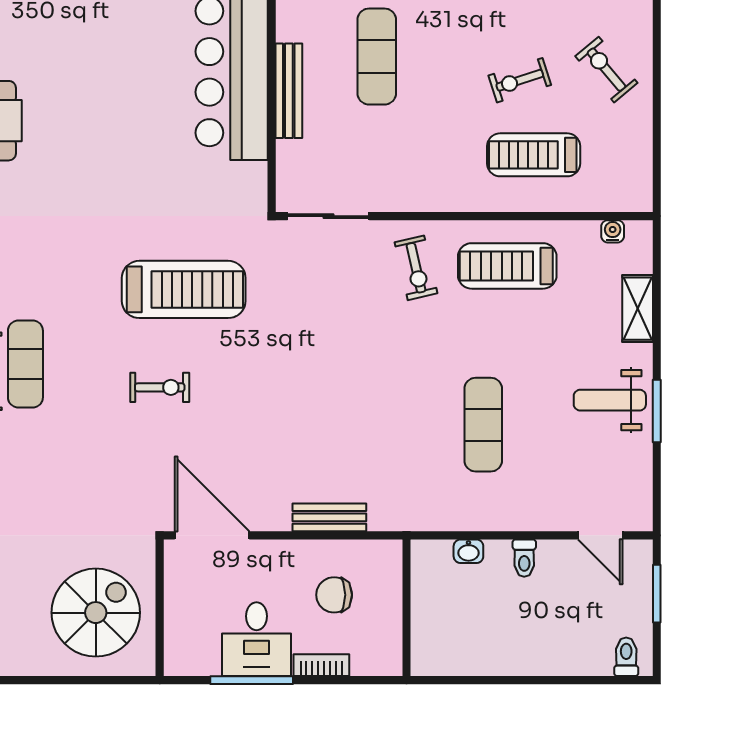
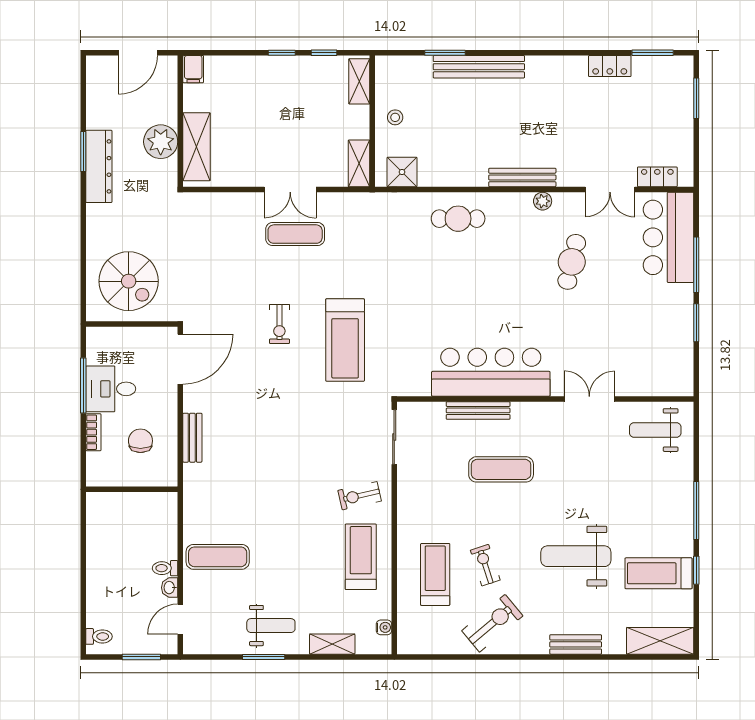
exercise bike: (606, 70) -> (492, 623), width x1.38, depth x1.39
weight bench: (610, 400) -> (271, 626), turned 90
exercise mat: (483, 425) -> (218, 557), moved
washbasin: (468, 551) -> (170, 588), moved

